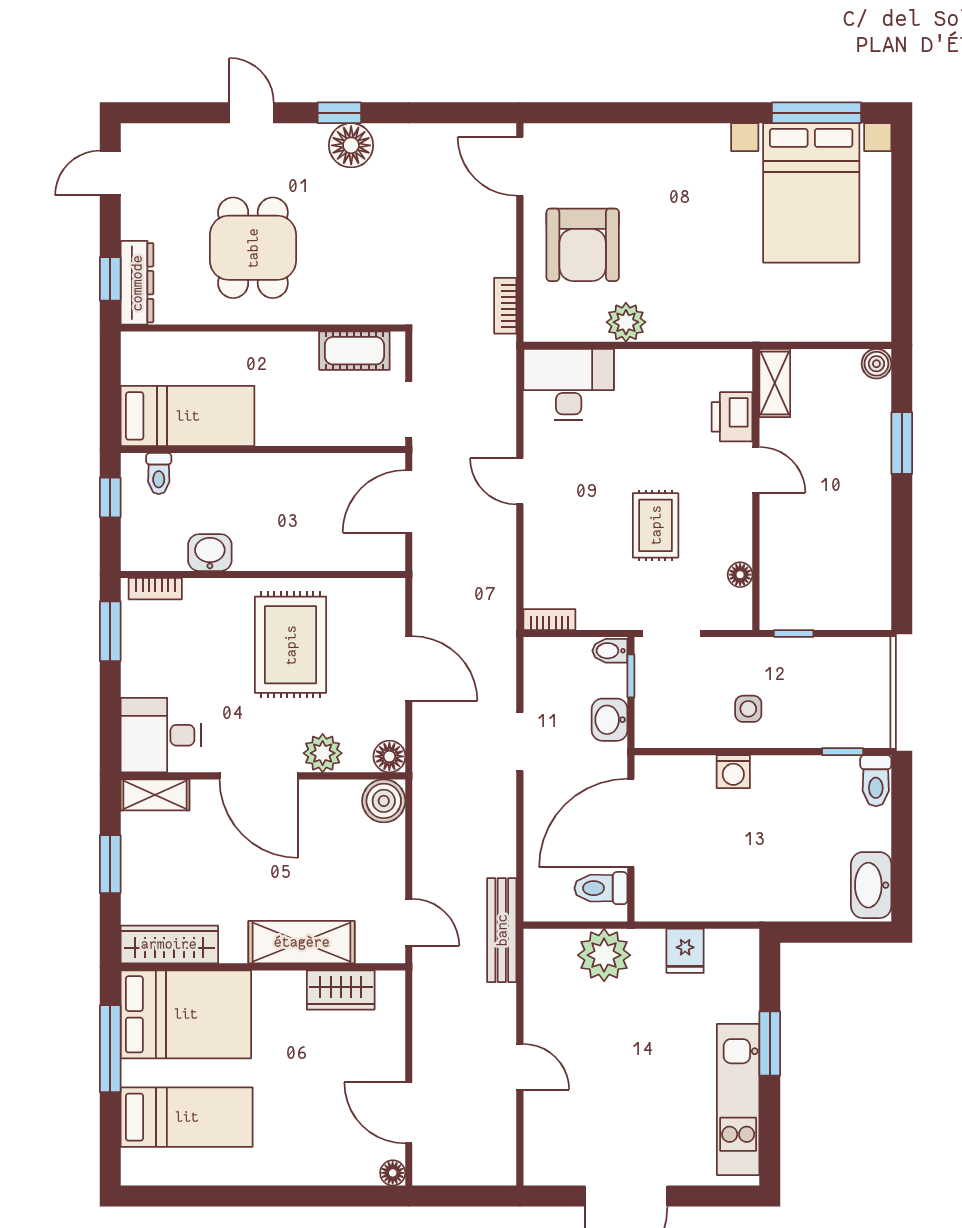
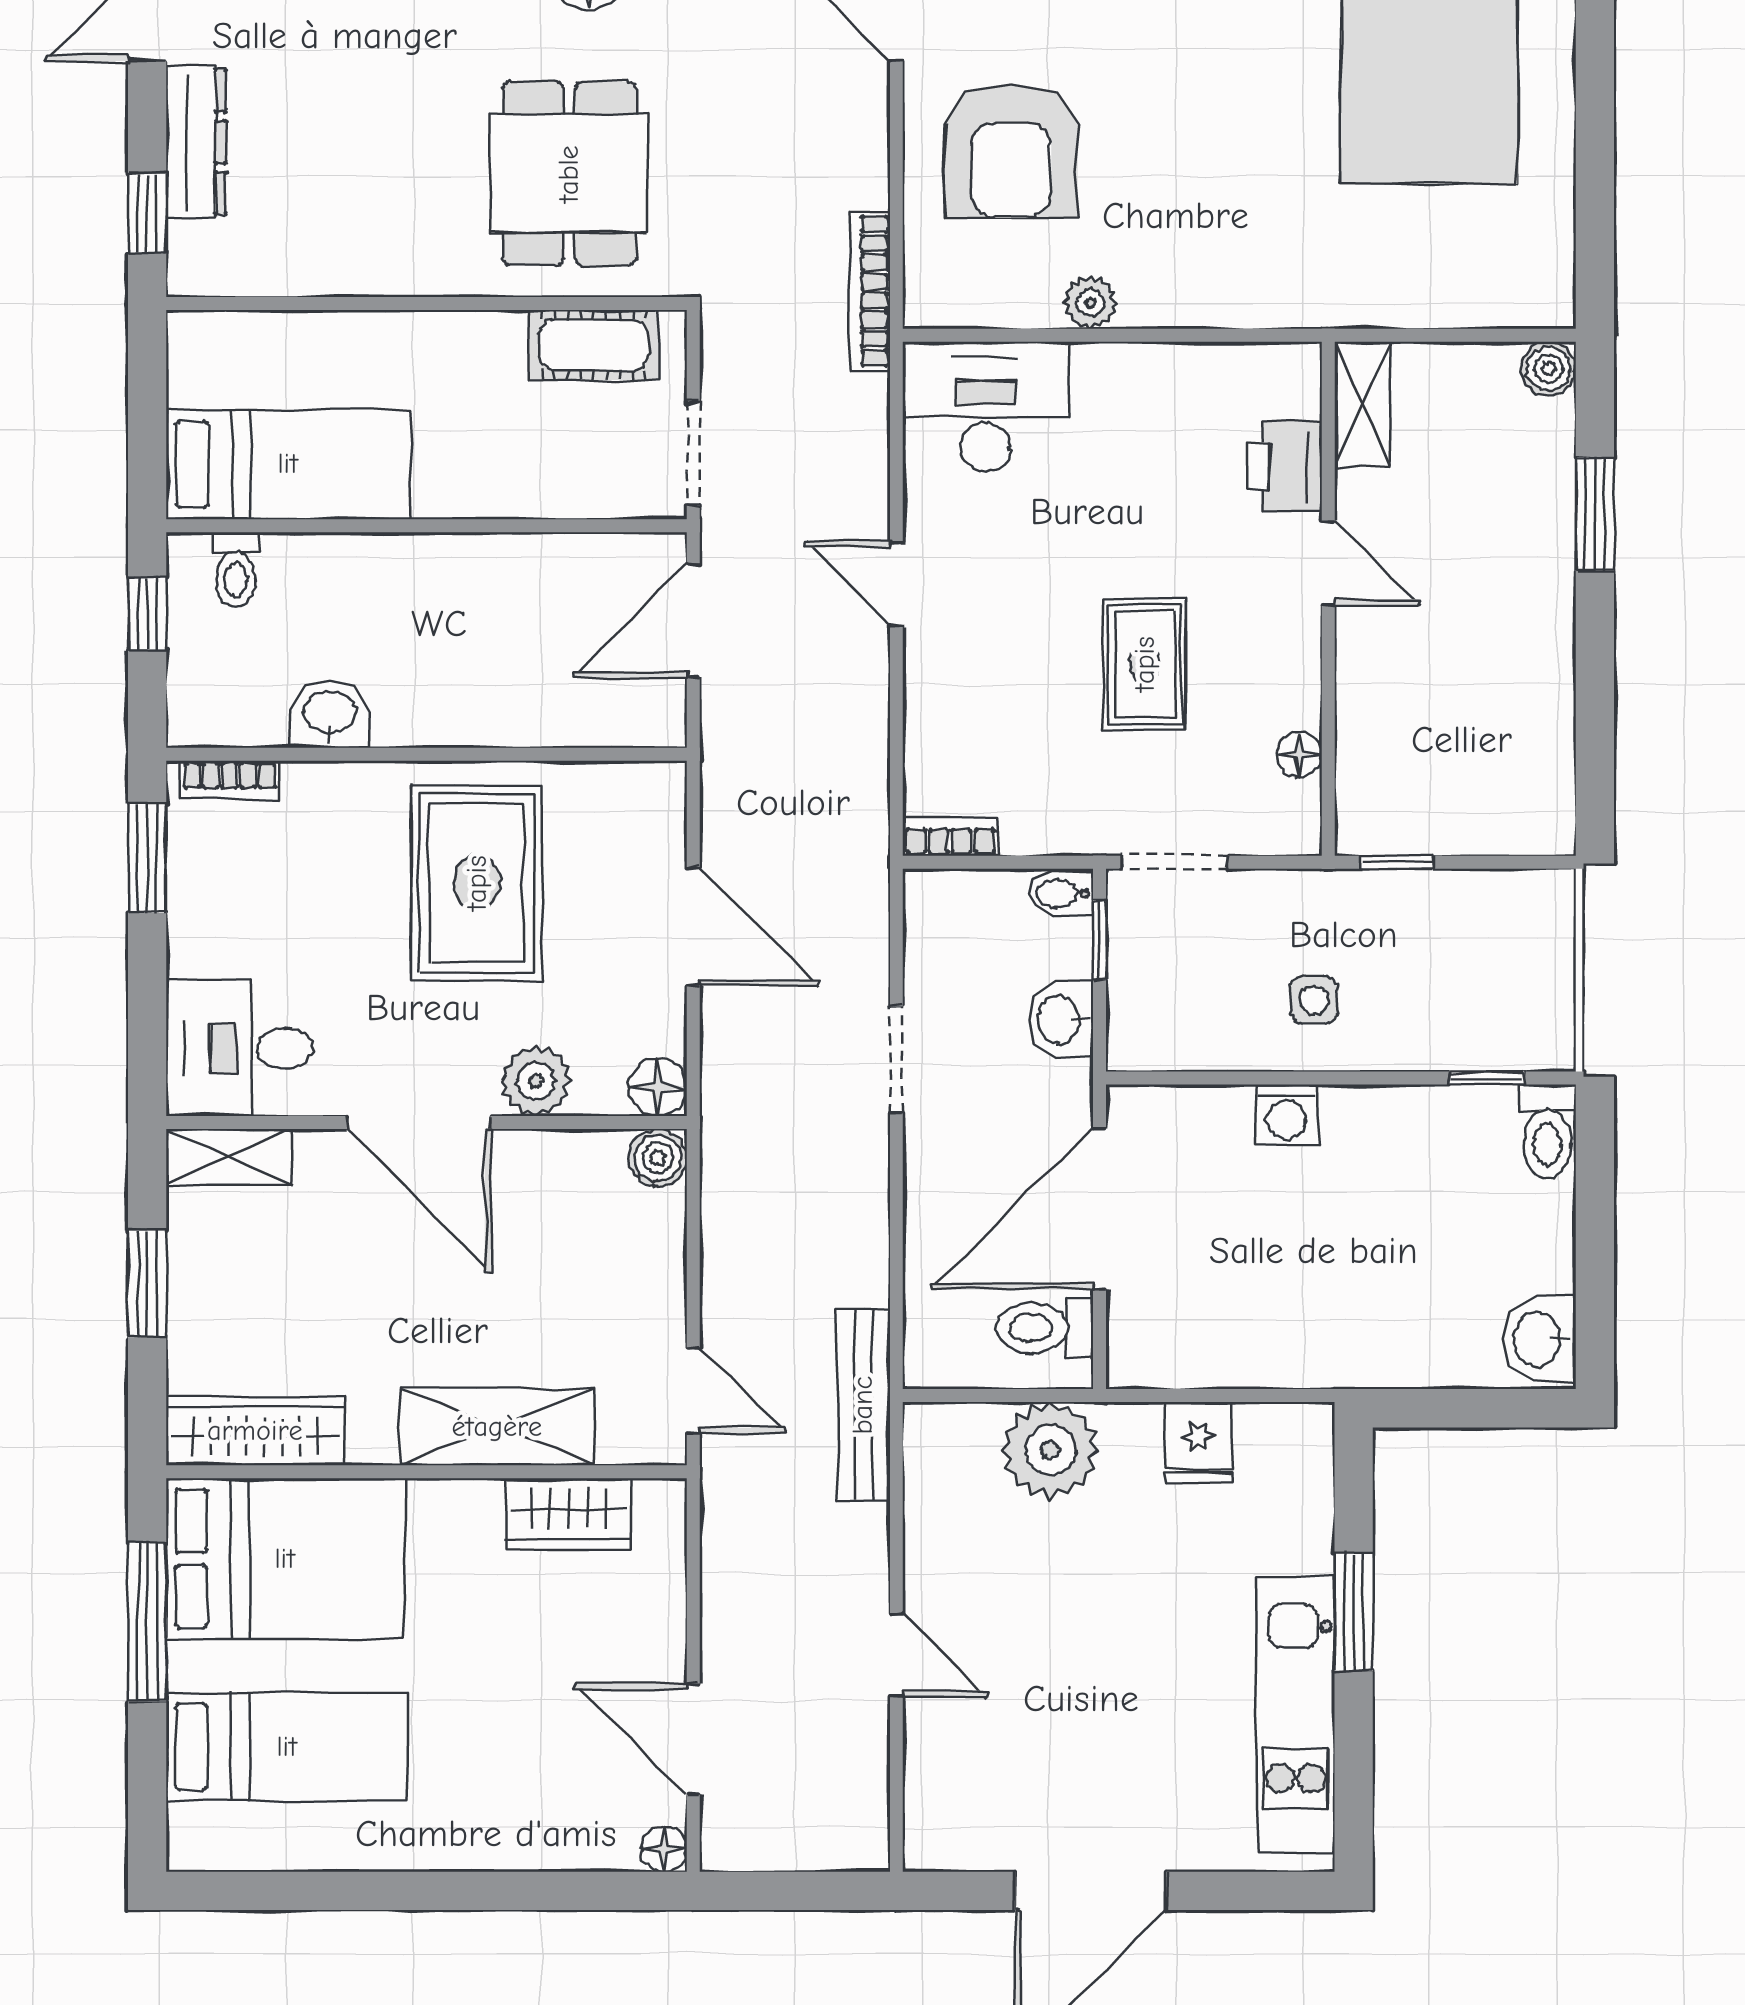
dining table: (253, 248) -> (569, 174), moved
dresser: (137, 283) -> (196, 142), moved
bookcase: (505, 306) -> (870, 291), width x1.56
plant: (626, 322) -> (1090, 303), width x0.73, depth x0.73
boiler: (384, 801) -> (658, 1158), width x0.73, depth x0.73
washbasin: (871, 885) -> (1539, 1339), width x0.72

